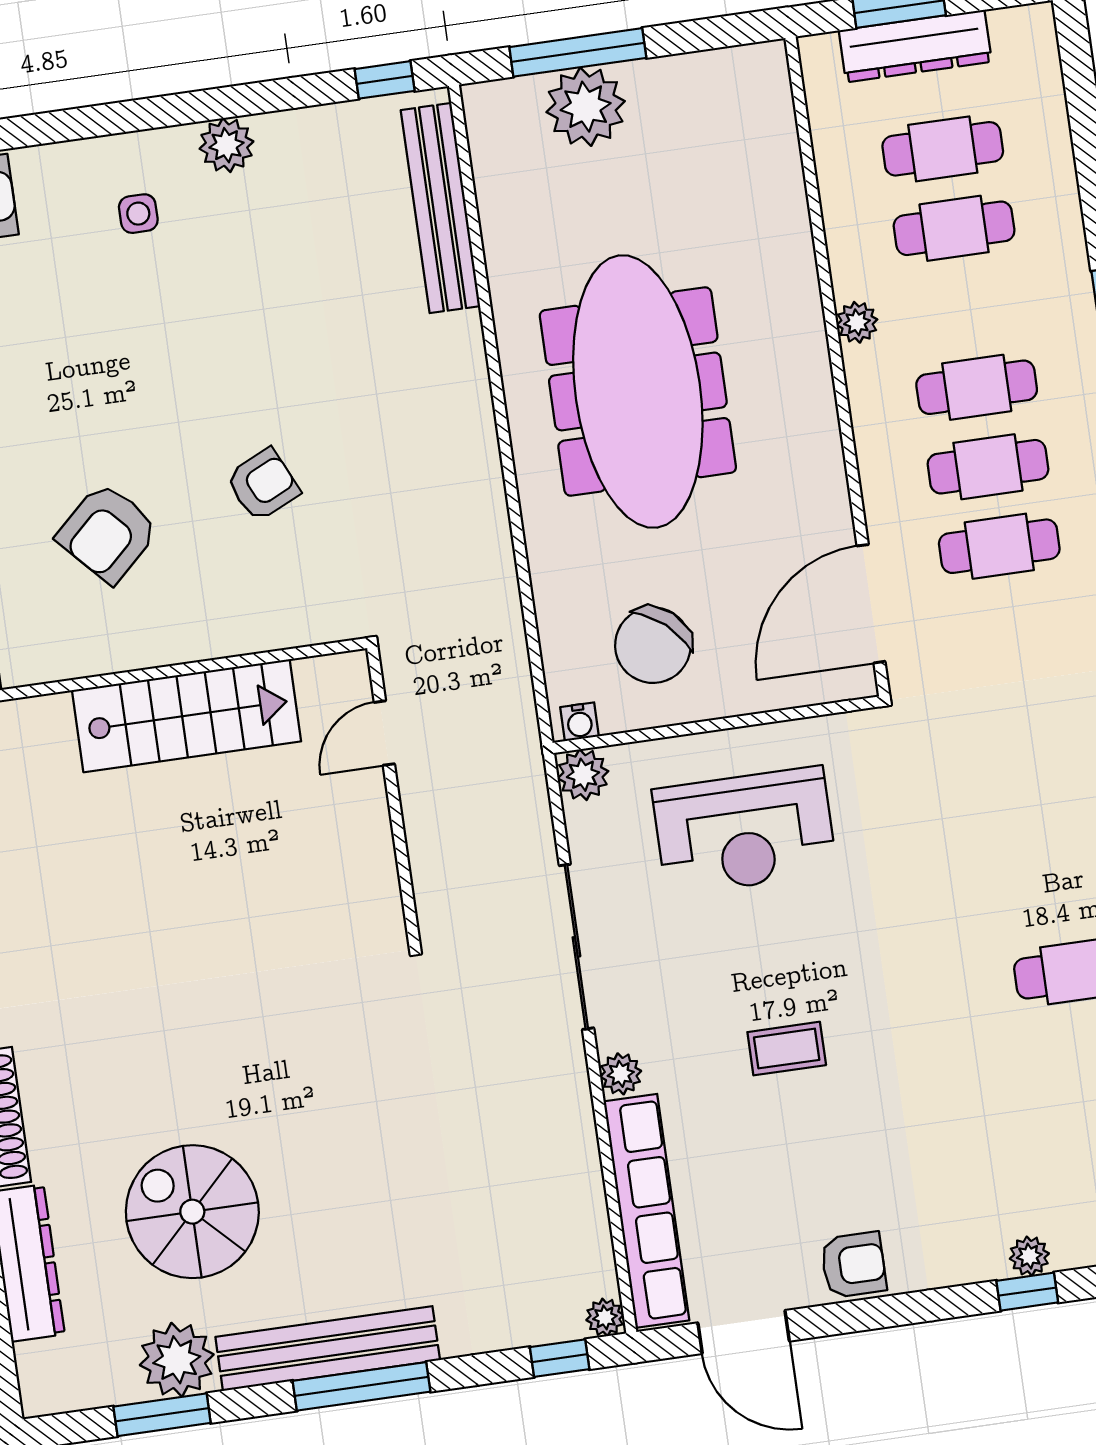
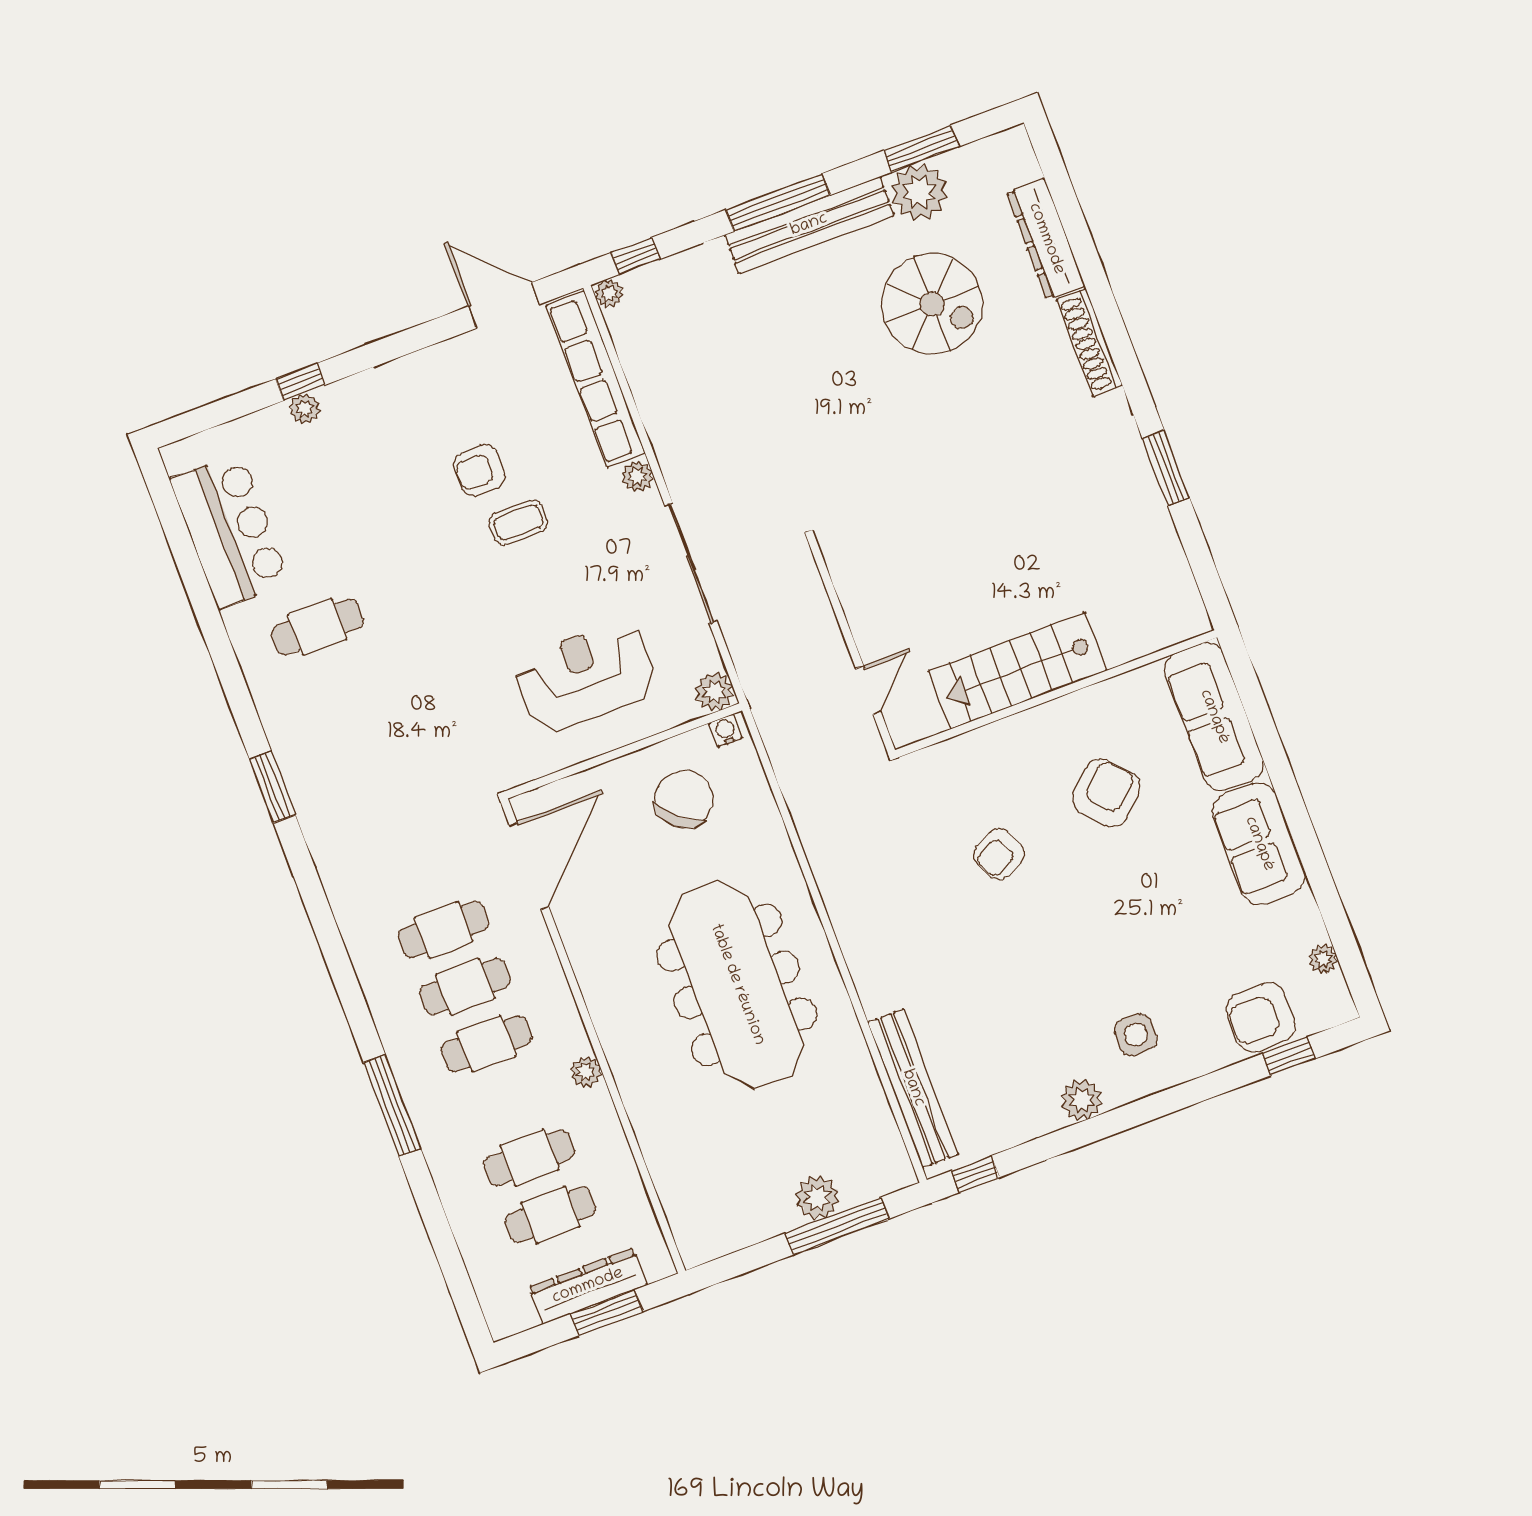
plant: (586, 107) -> (817, 1198), width x0.73, depth x0.73
side table: (138, 214) -> (1136, 1035), width x1.37, depth x1.37
armchair: (853, 1265) -> (479, 470), moved

